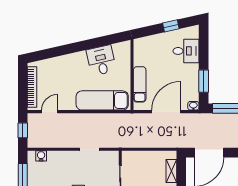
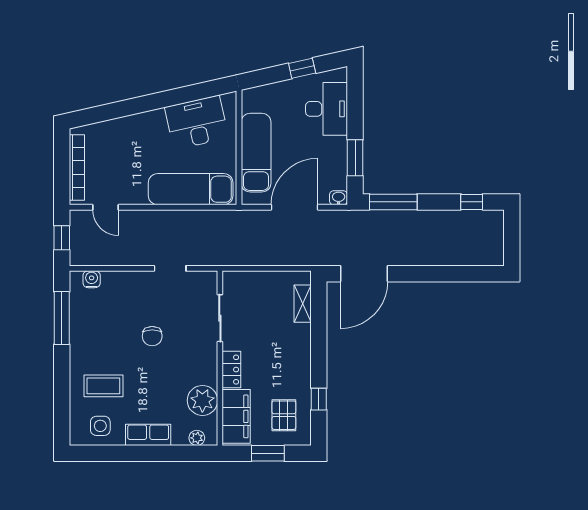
desk: (186, 51) -> (327, 109), width x1.37
desk: (101, 60) -> (197, 123), width x1.37
exam couch: (140, 84) -> (256, 153), width x1.36, depth x1.45
door: (50, 112) -> (105, 207), swing flipped

